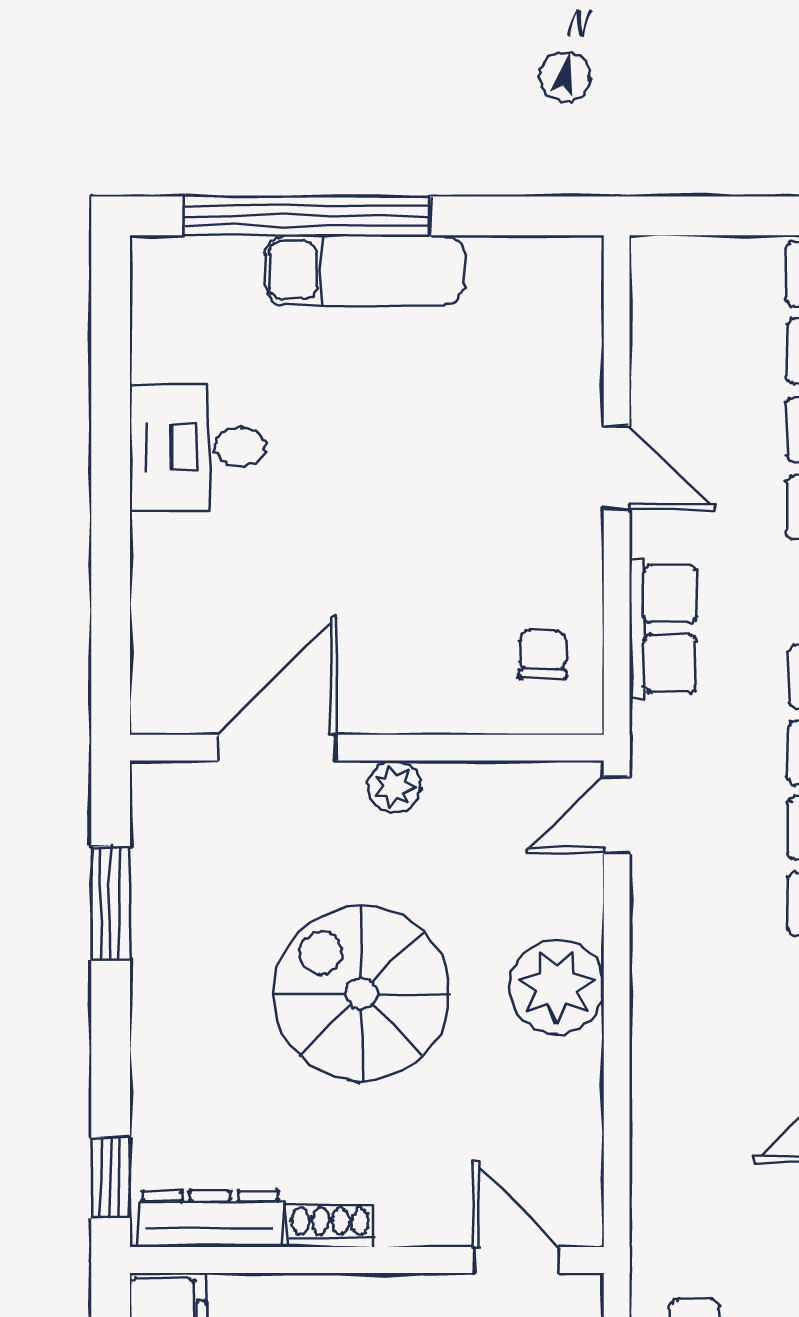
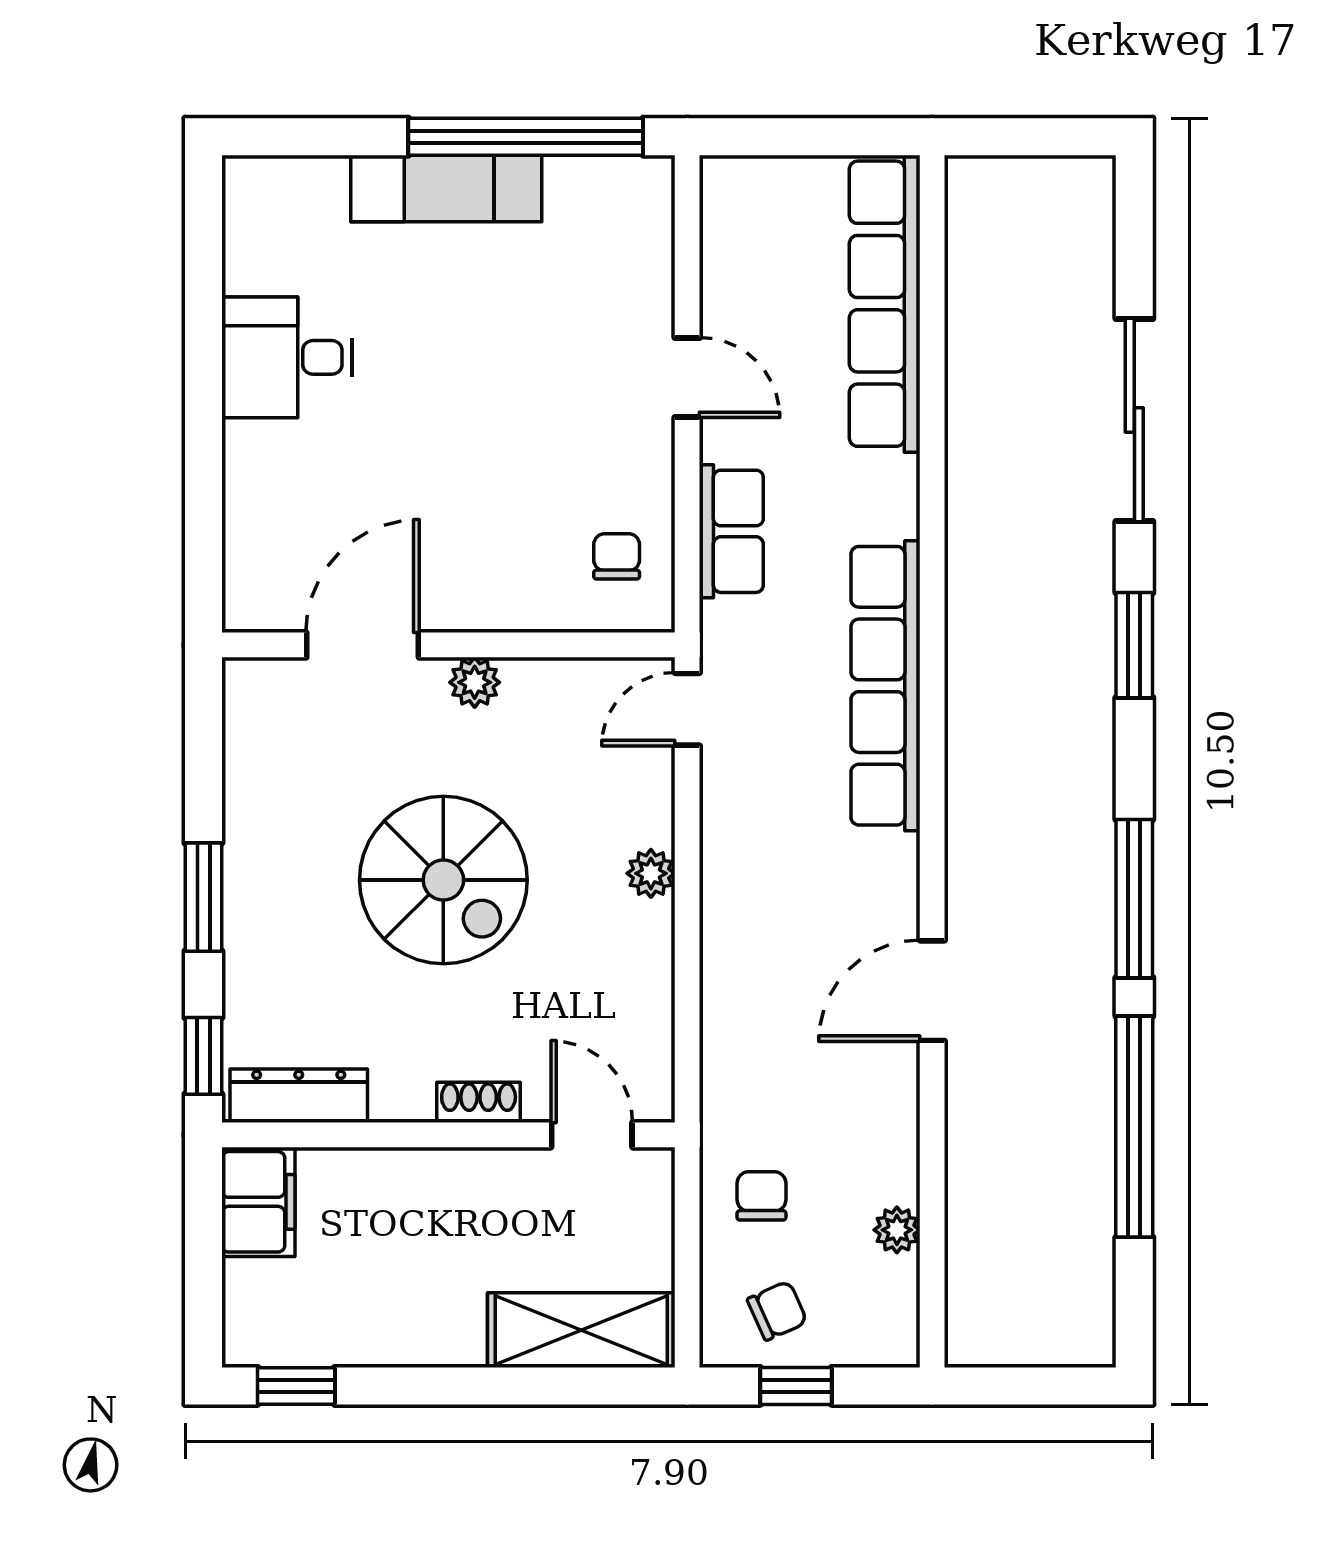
window: (307, 216) -> (526, 137), moved
window: (111, 903) -> (203, 897), moved
plant: (557, 987) -> (651, 873), width x0.53, depth x0.53
spiral stairs: (362, 993) -> (443, 880), turned 180
shoe rack: (331, 1226) -> (479, 1102), moved

